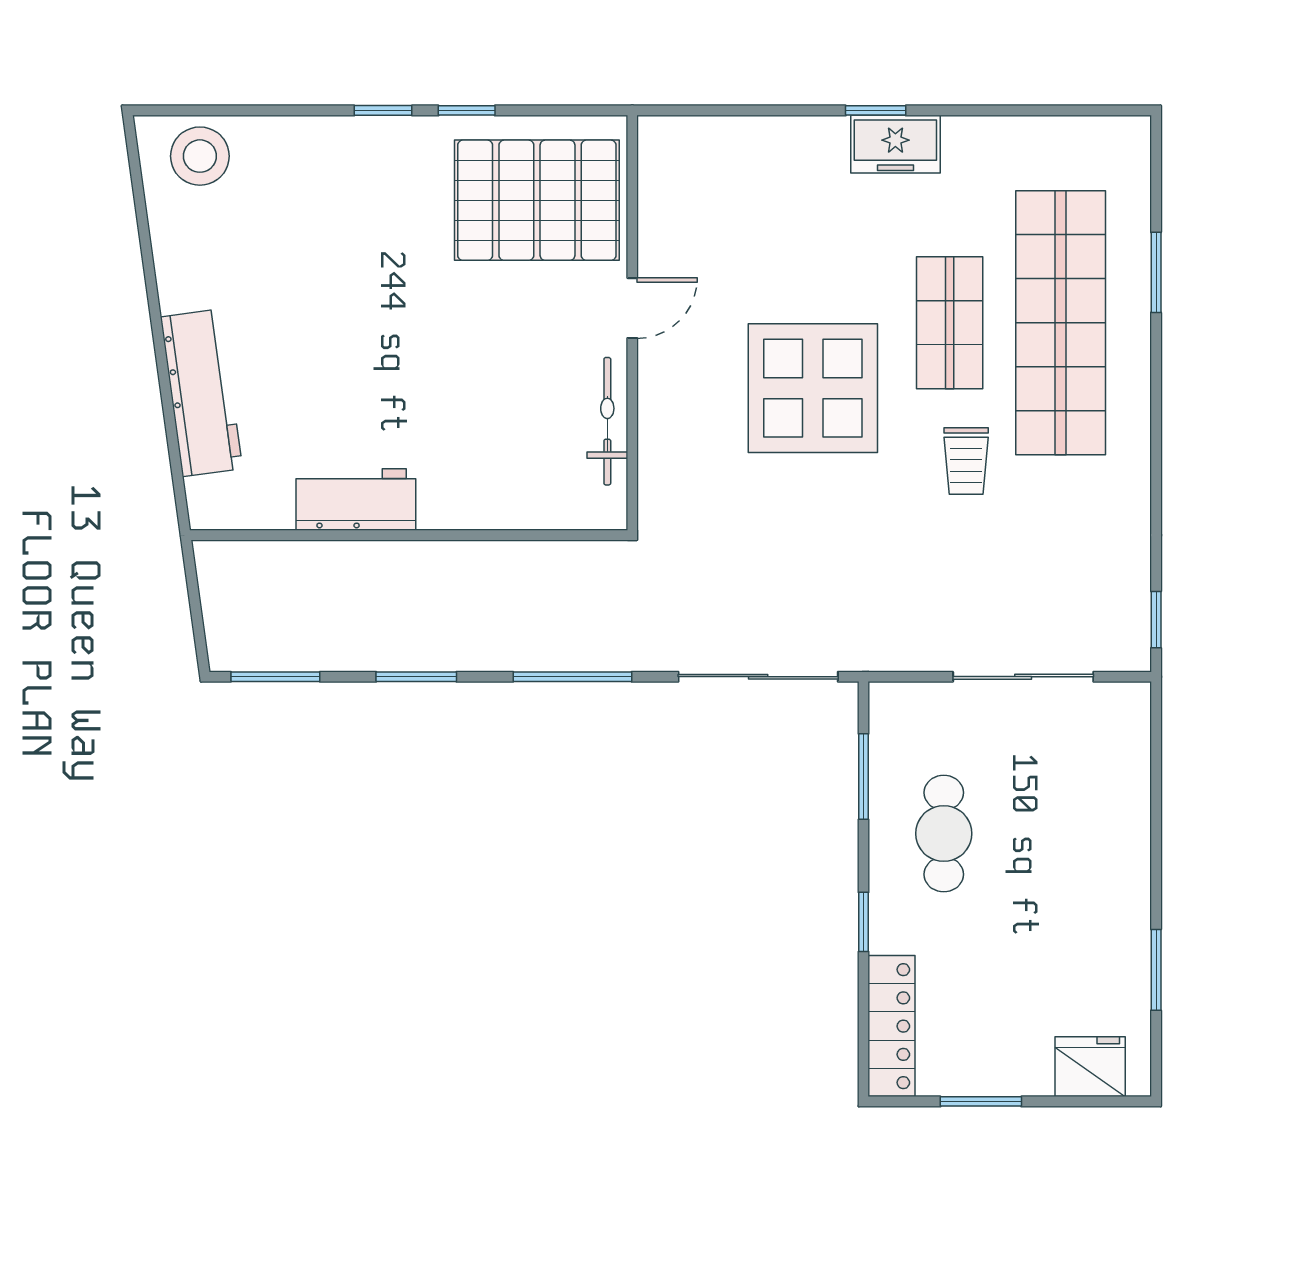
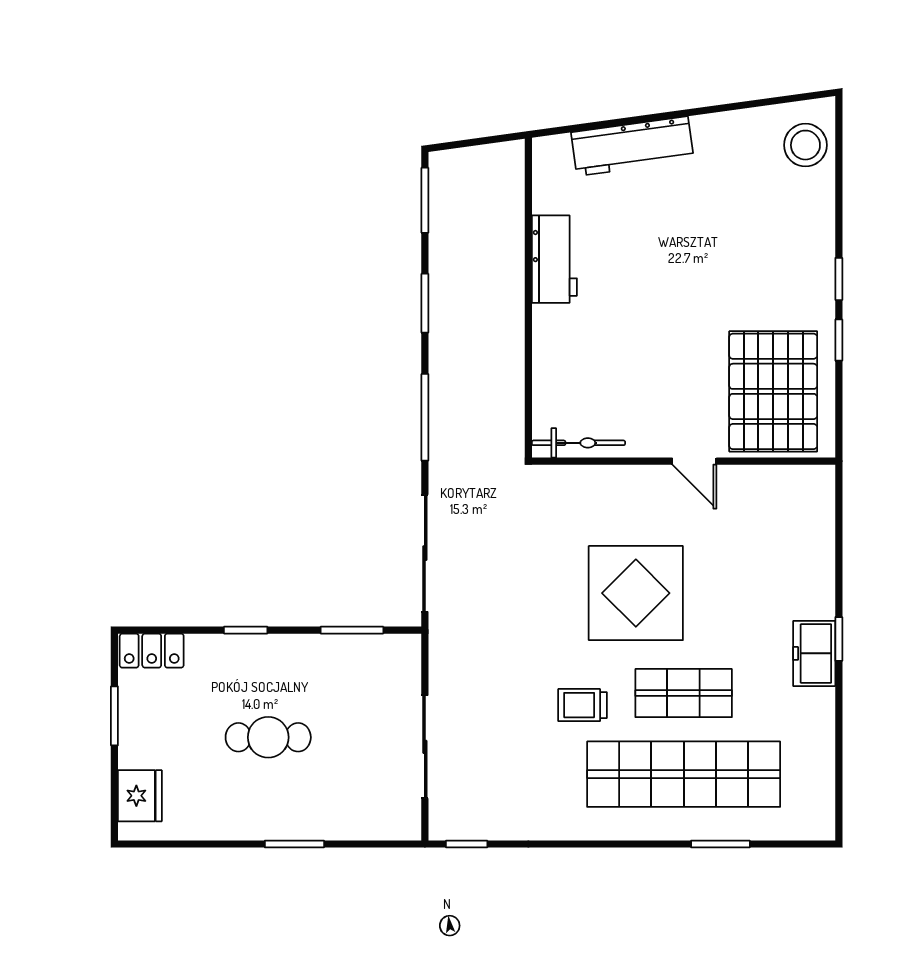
bicycle: (607, 421) -> (578, 443), moved
cafe table: (944, 834) -> (268, 737), moved
window: (1156, 970) -> (294, 844), moved
locker: (892, 1026) -> (152, 651), width x0.66

